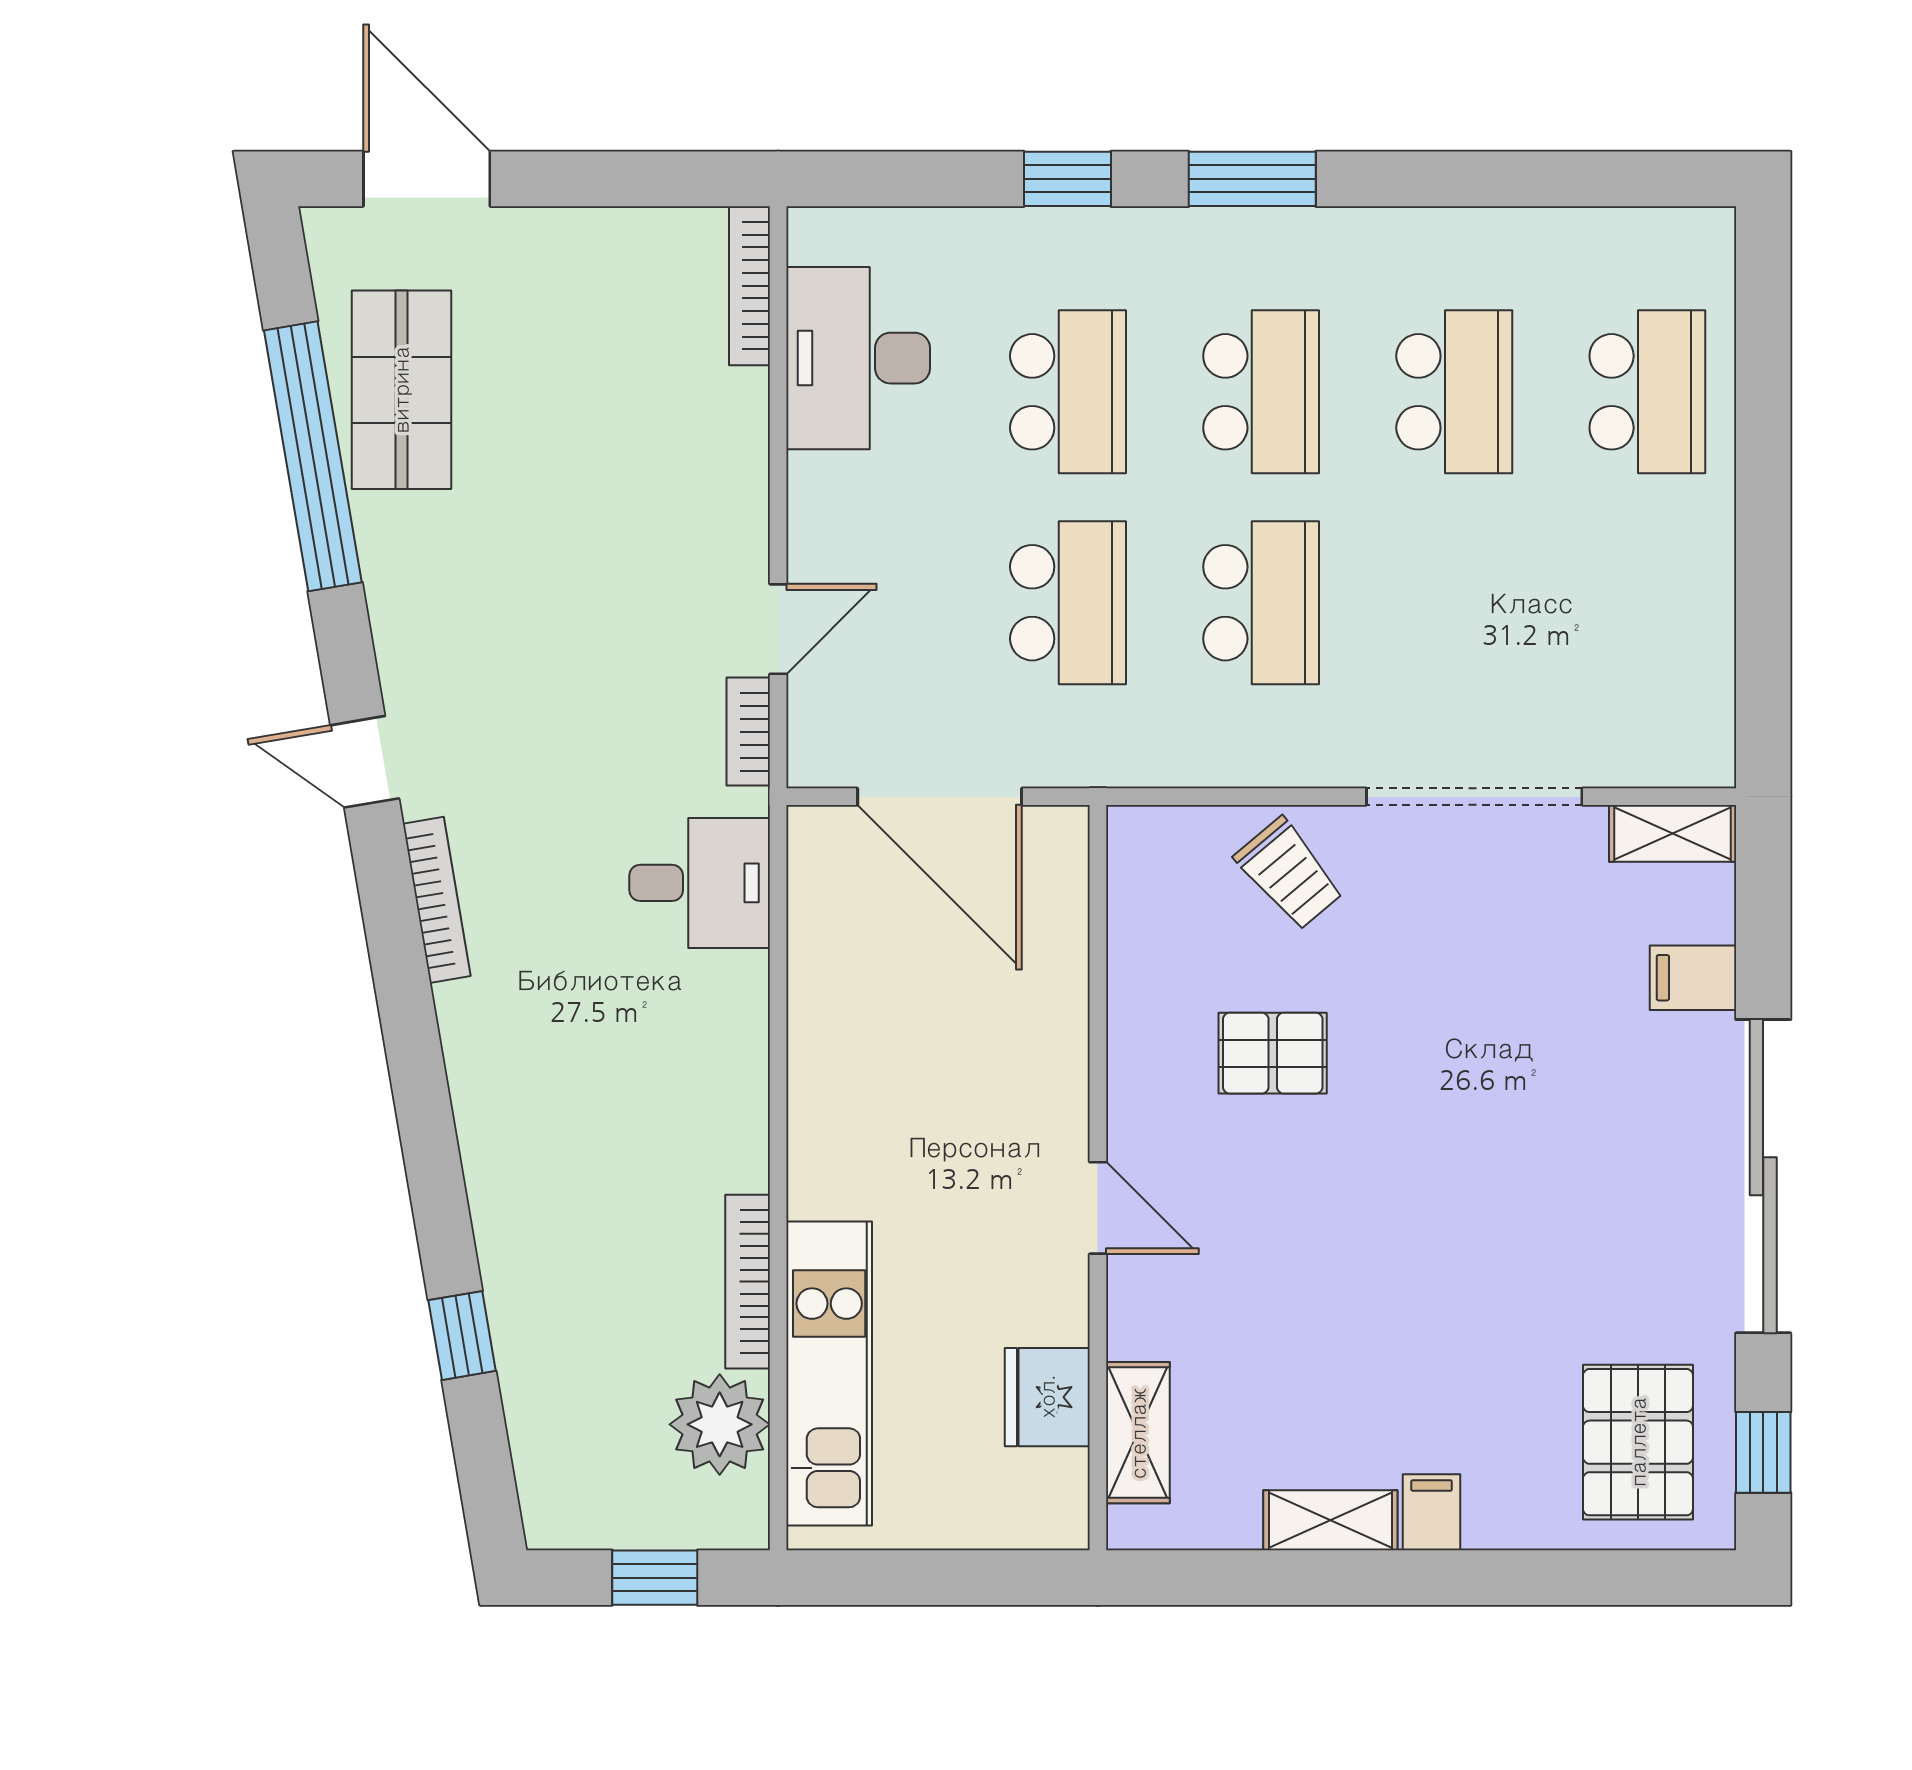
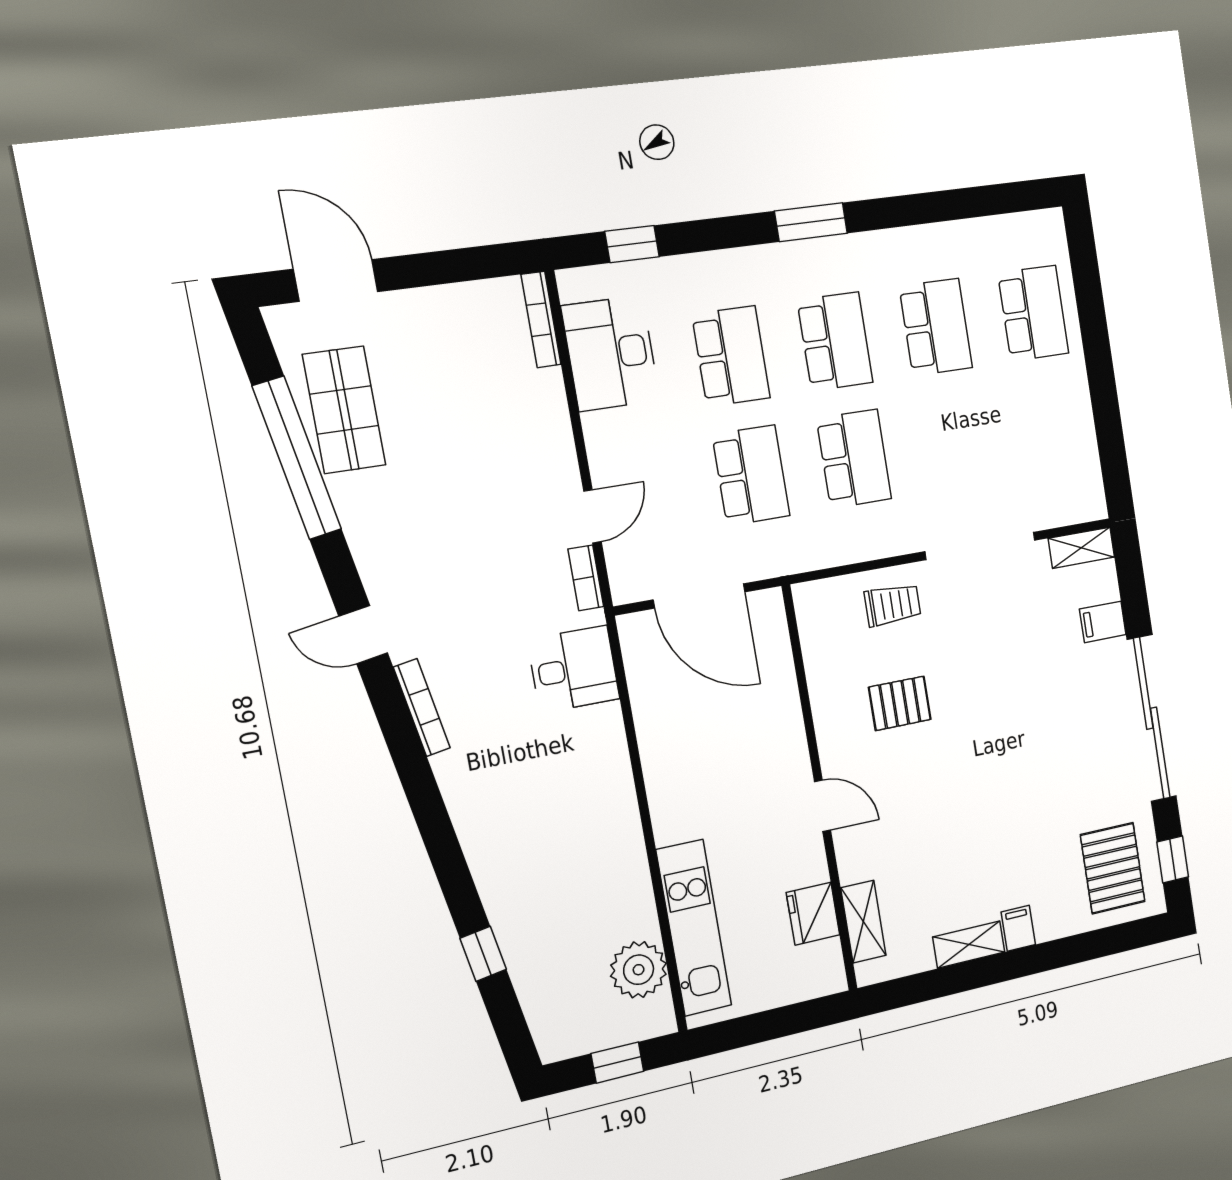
window: (1067, 179) -> (632, 244), moved
trolley: (1289, 874) -> (893, 605), turned -50
bookcase: (748, 1282) -> (640, 887), removed

